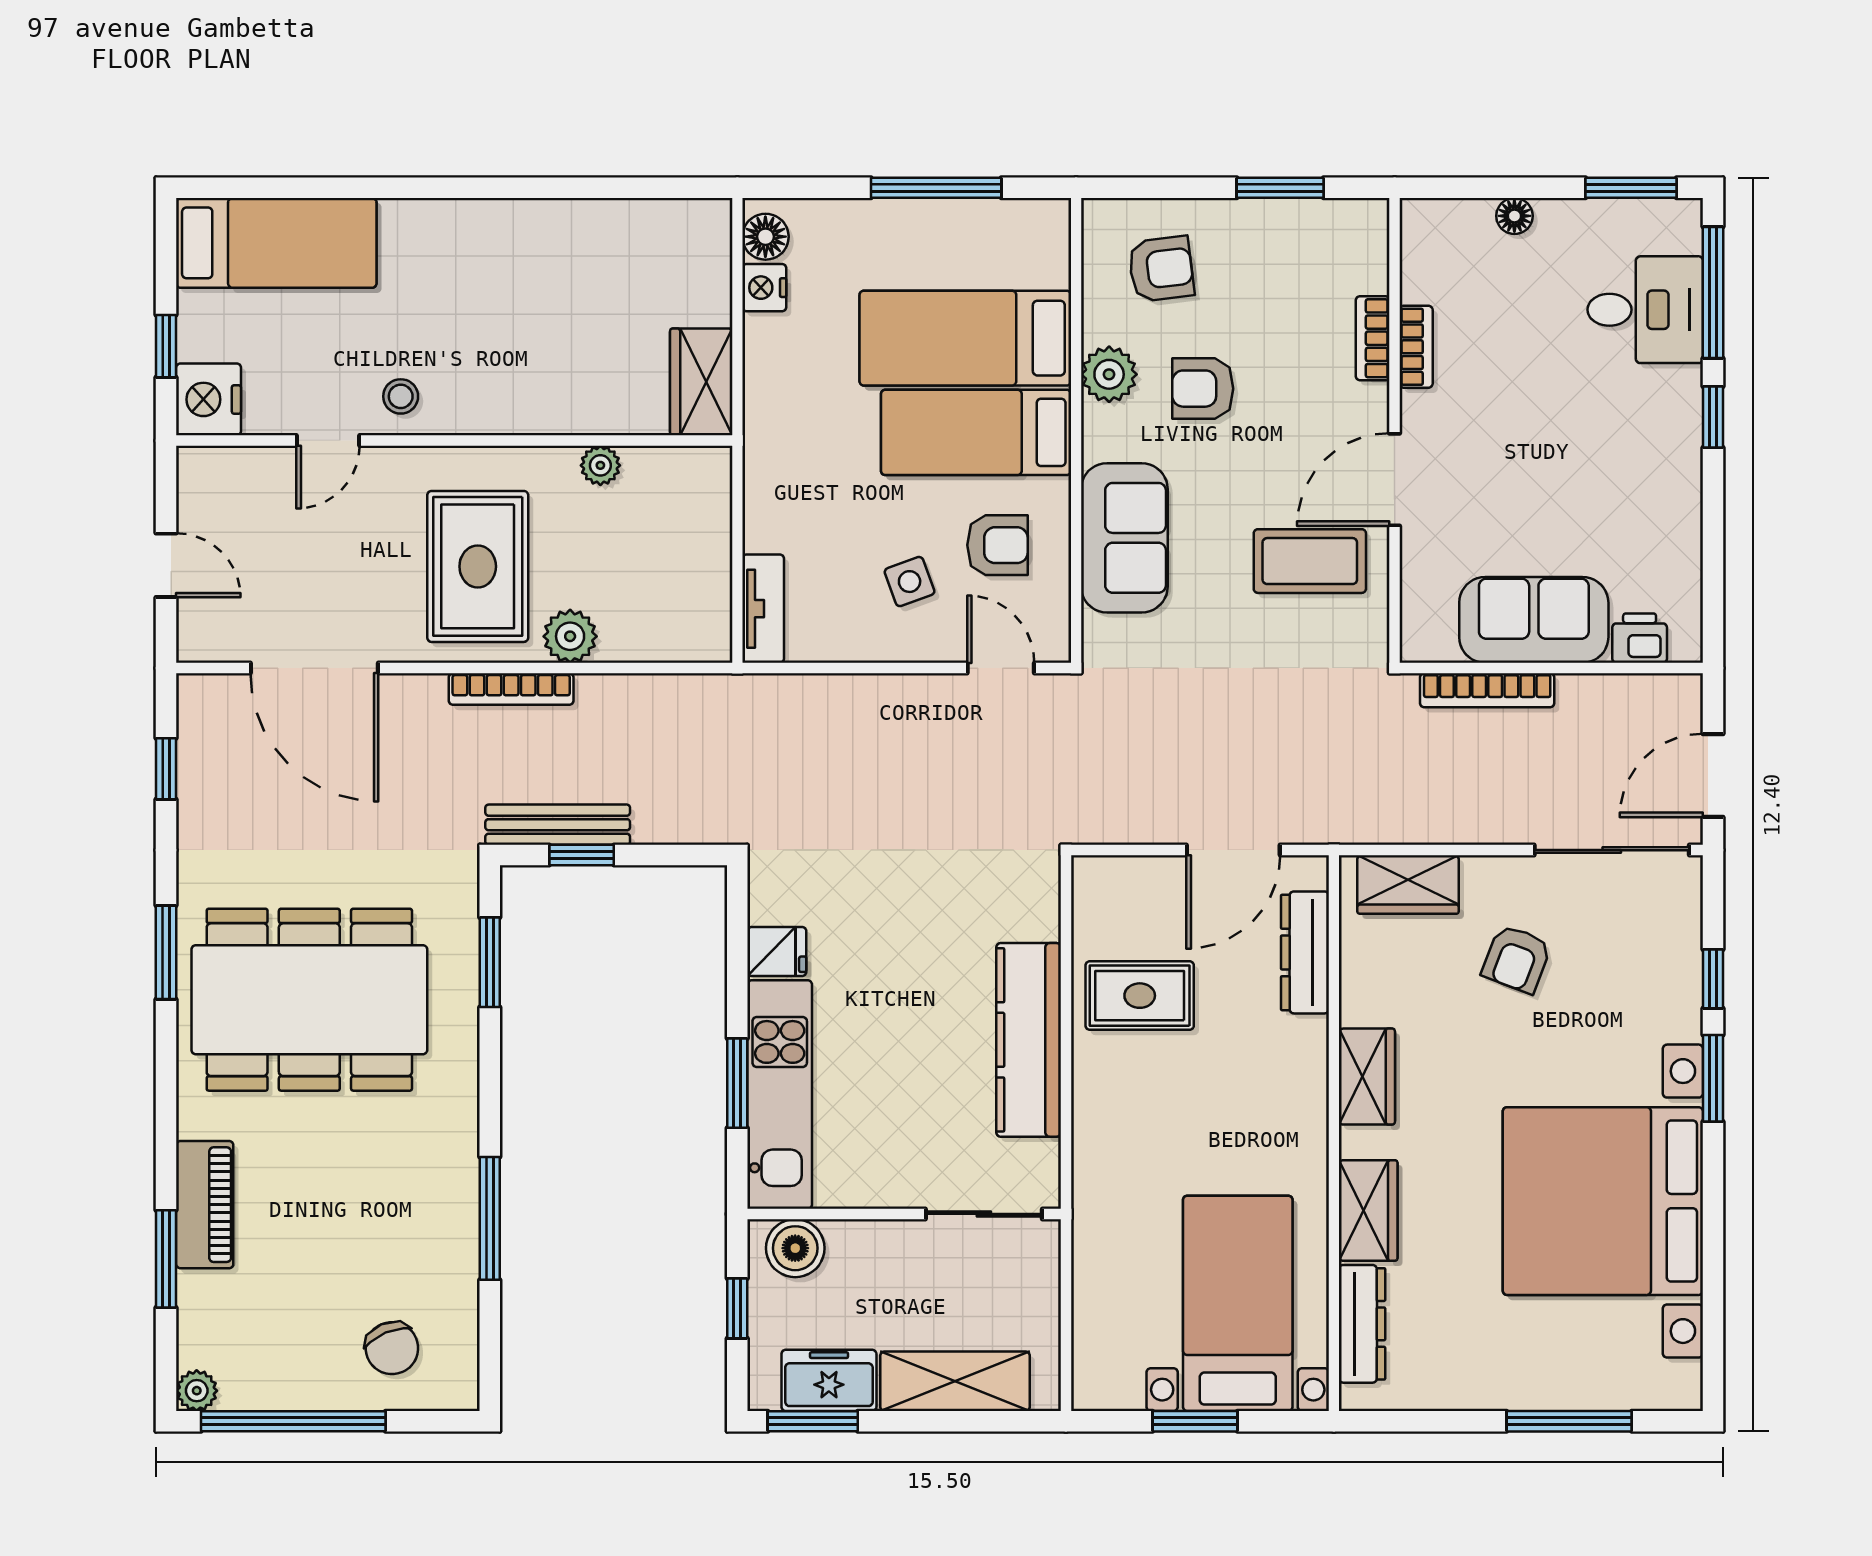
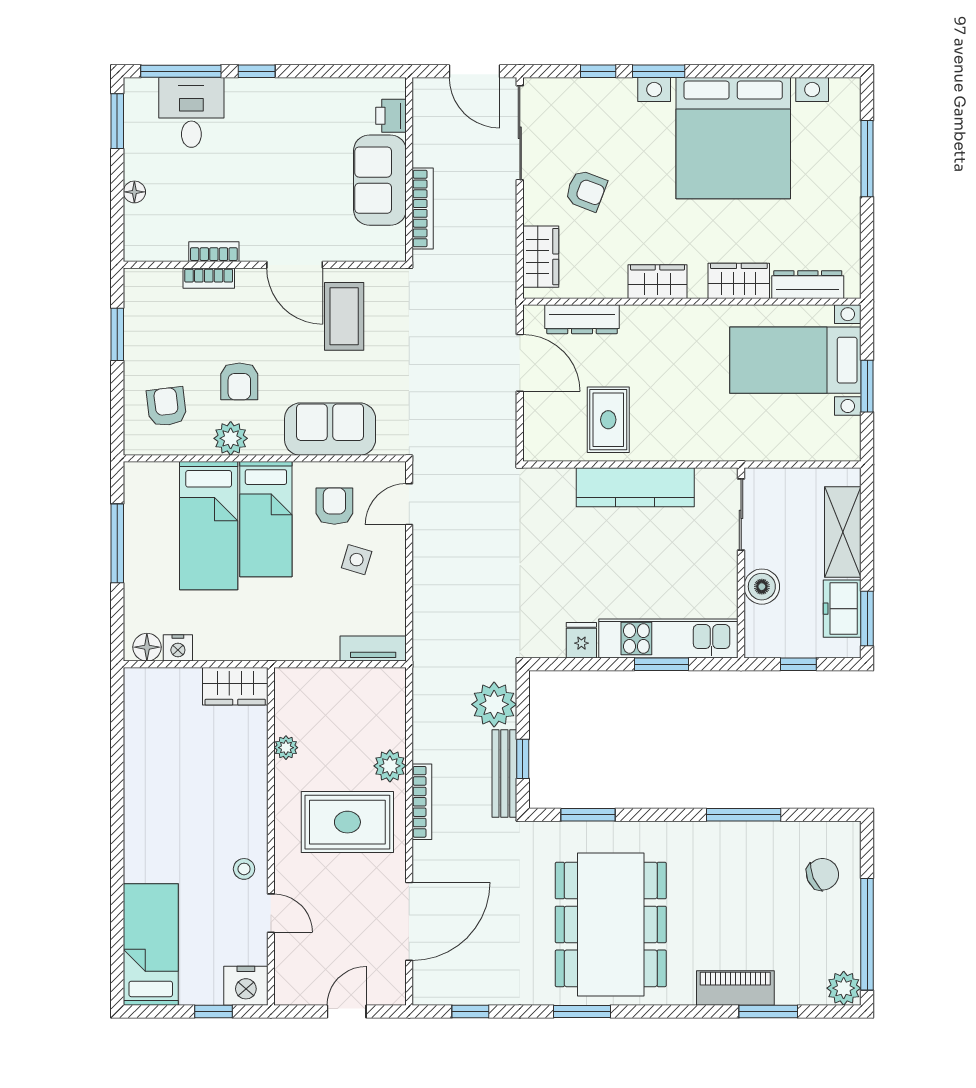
side table: (910, 582) -> (357, 560), turned 37
plant: (671, 808) -> (494, 704), added
boiler: (795, 1248) -> (762, 587), moved
plant: (197, 1391) -> (844, 988), width x1.38, depth x1.38

